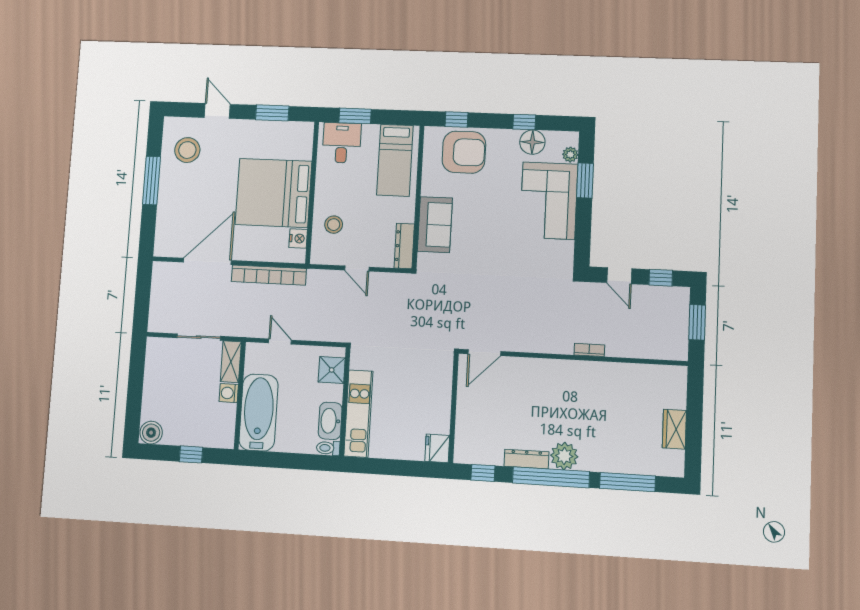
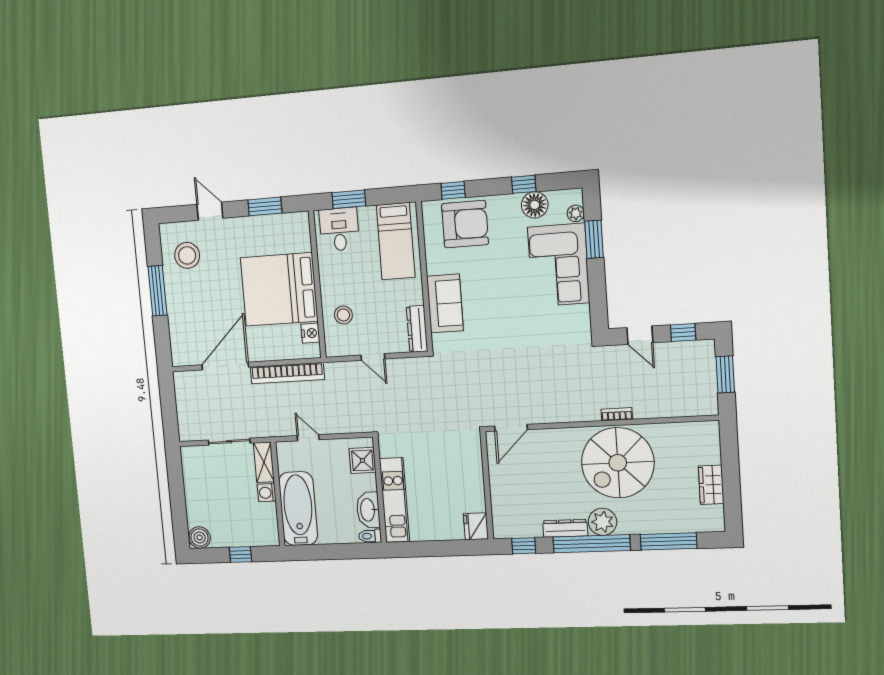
spiral stairs: (585, 398) -> (618, 463), added

